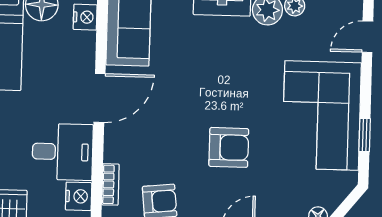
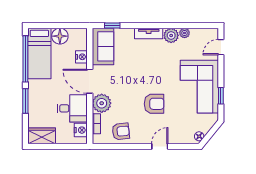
nightstand: (85, 17) -> (81, 57), moved
door: (100, 98) -> (90, 81), swing flipped
plant: (122, 143) -> (102, 103), added

